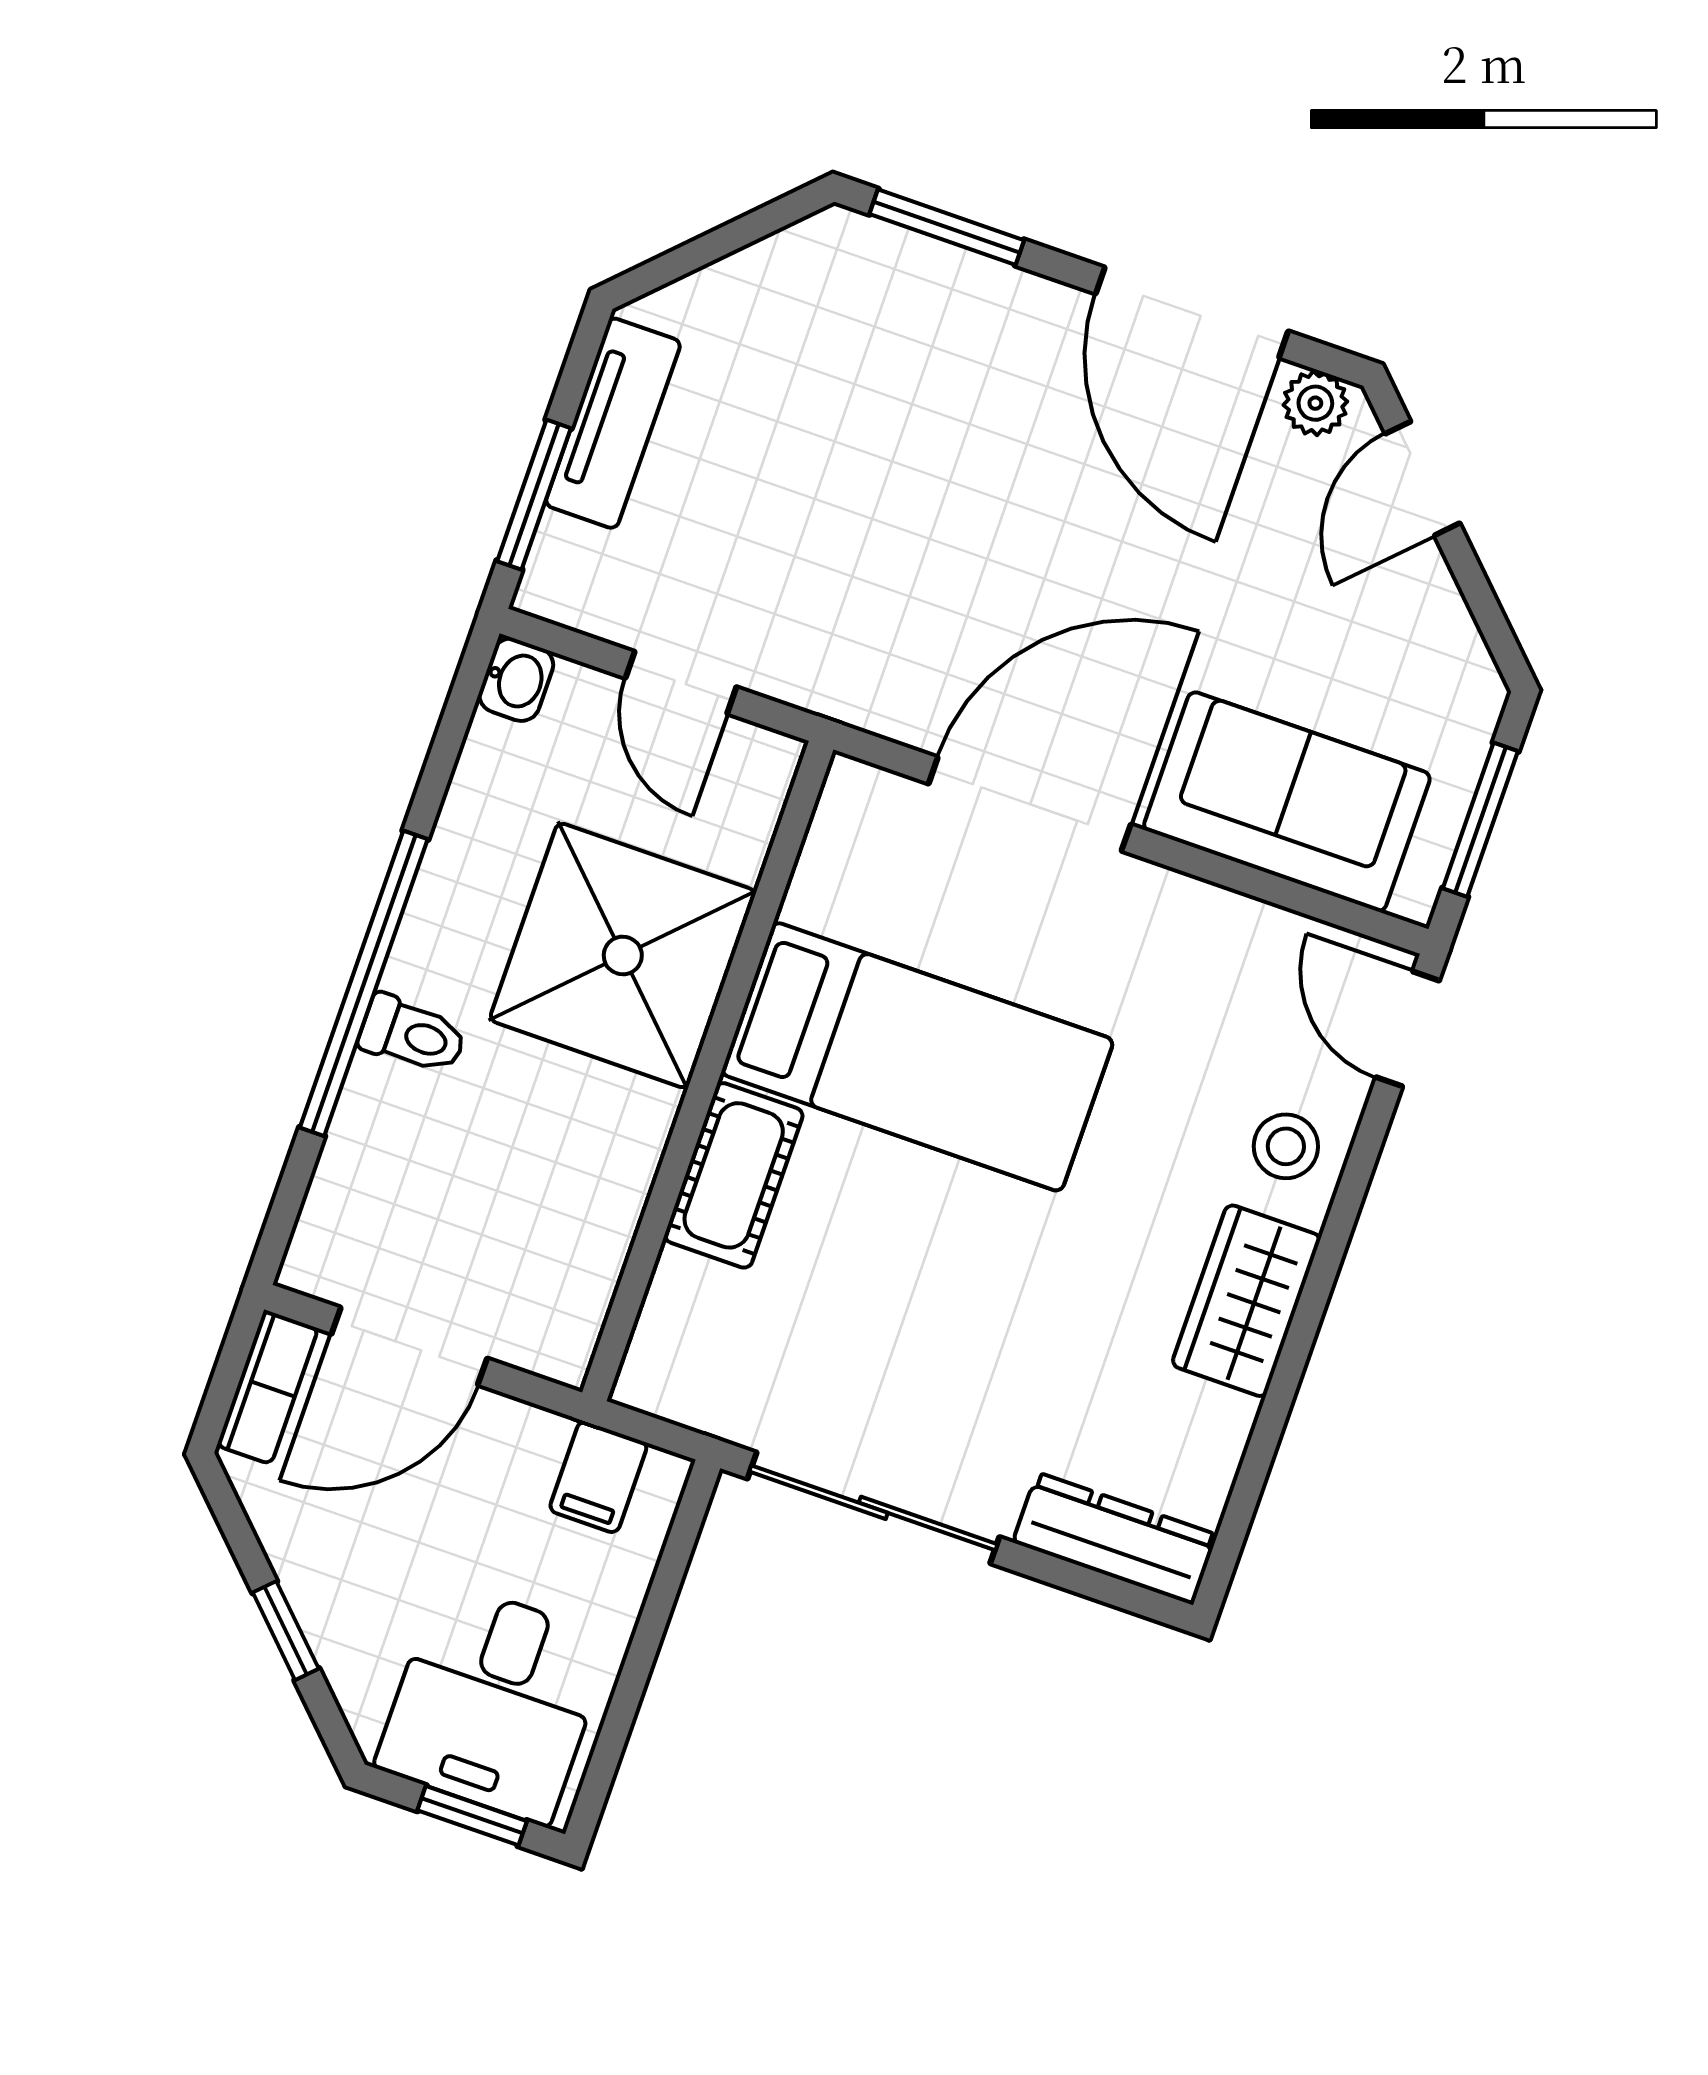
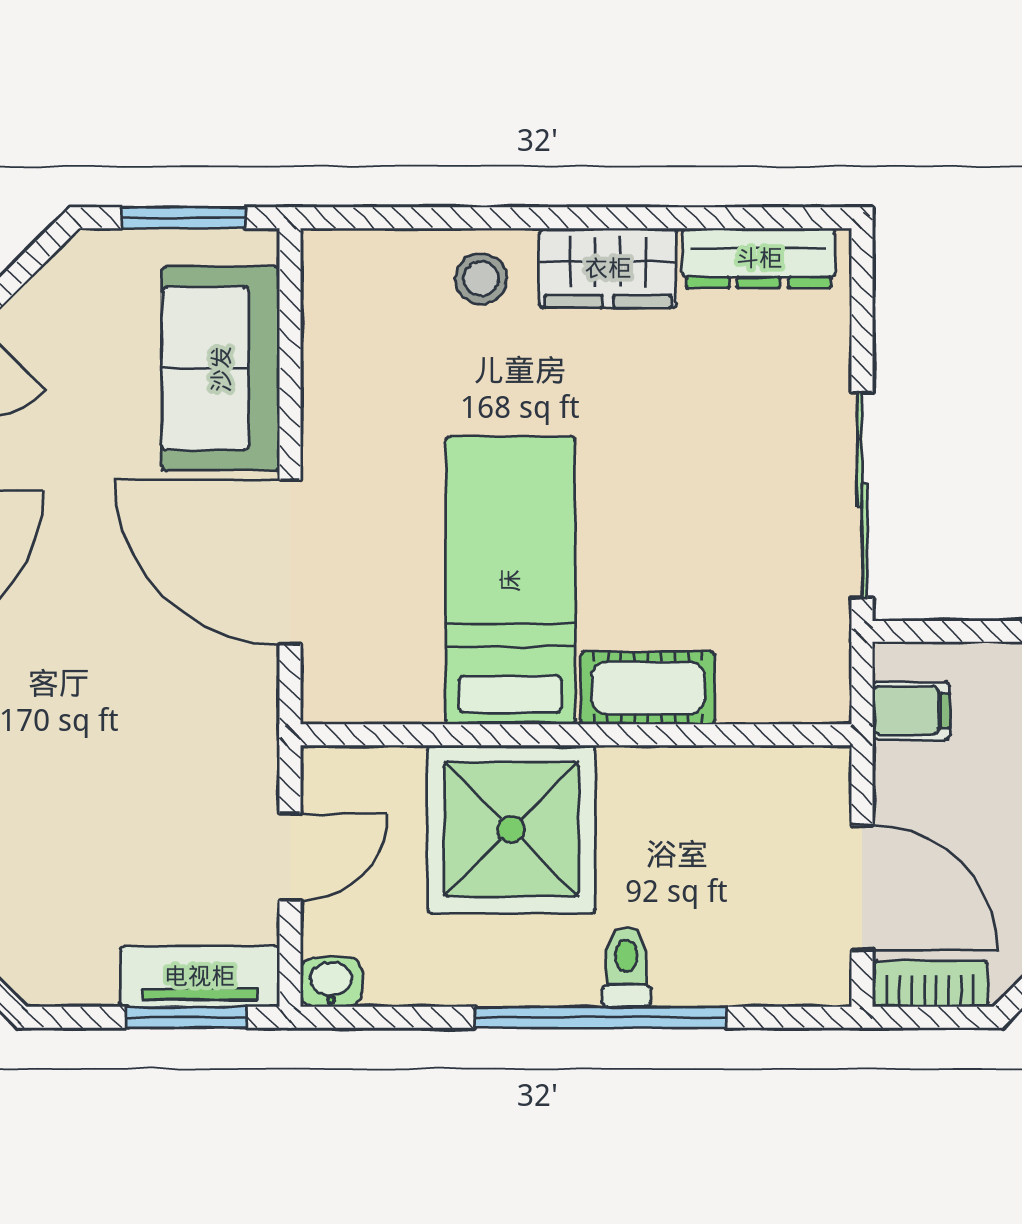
tv unit: (613, 423) -> (200, 976), moved
door: (1408, 1029) -> (360, 218), removed
dresser: (1115, 1539) -> (759, 258), moved, turned -90

